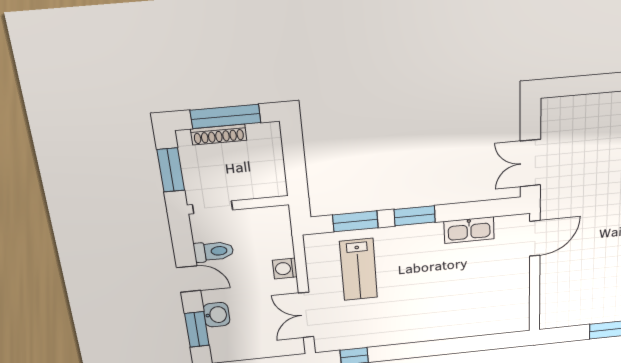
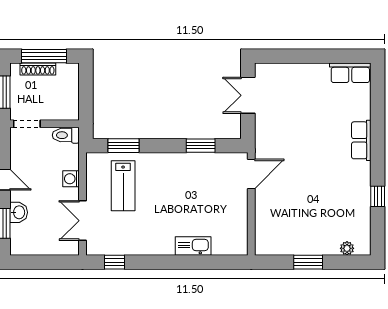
double door: (530, 163) -> (248, 95), moved
window: (415, 216) -> (201, 146), moved
kitchen sink: (469, 230) -> (193, 246), moved, turned 180
toilet: (214, 251) -> (66, 135), moved, turned 180

